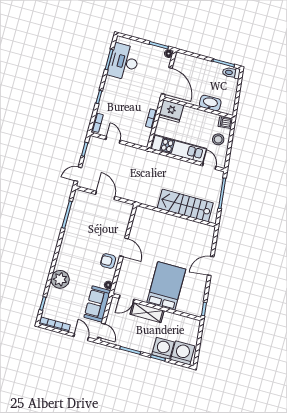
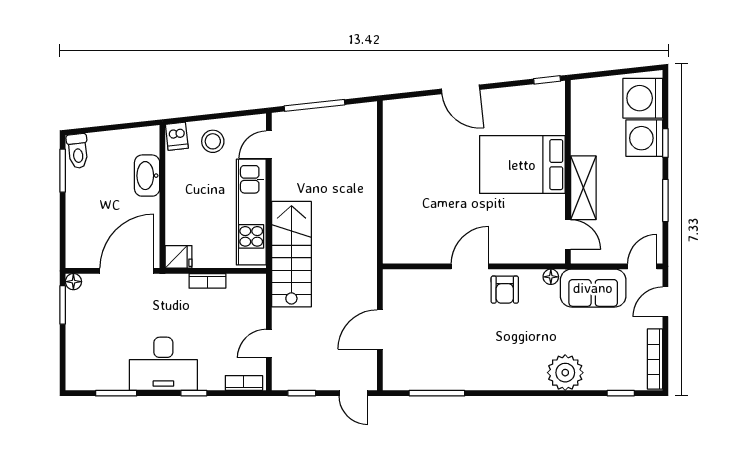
desk: (124, 62) -> (163, 364), moved
fridge: (171, 111) -> (179, 257), width x0.53, depth x0.75
stairs: (185, 205) -> (291, 254), moved, turned 180

